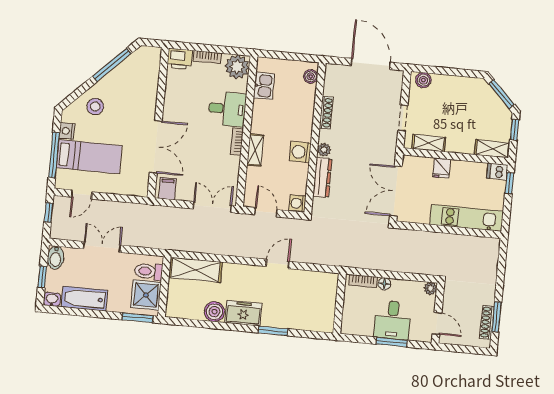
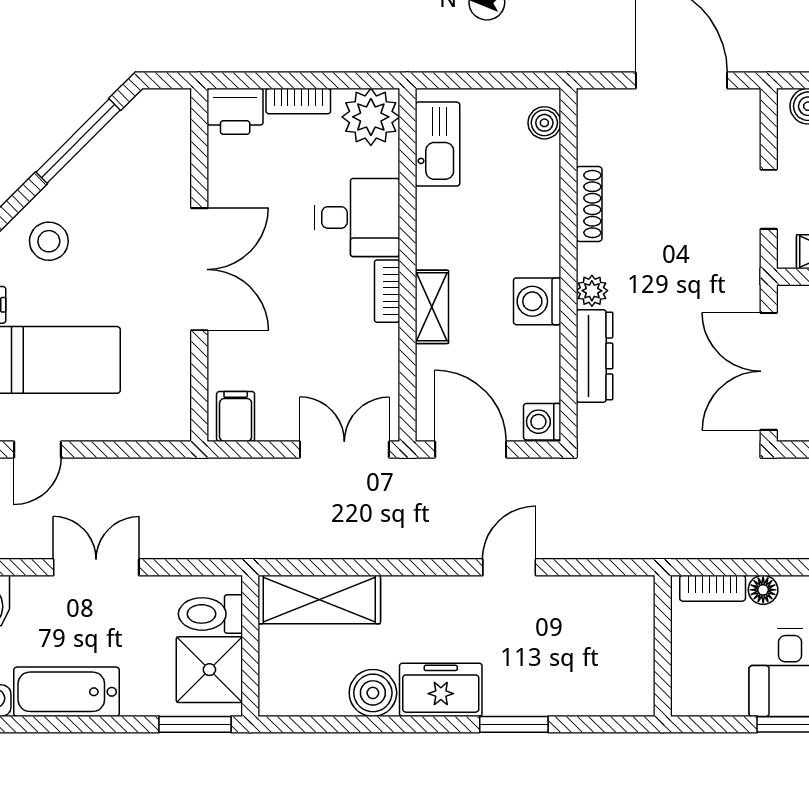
kitchen sink: (264, 86) -> (437, 144), width x1.38
double door: (156, 147) -> (199, 269), moved
door: (266, 212) -> (471, 450), width x1.38

